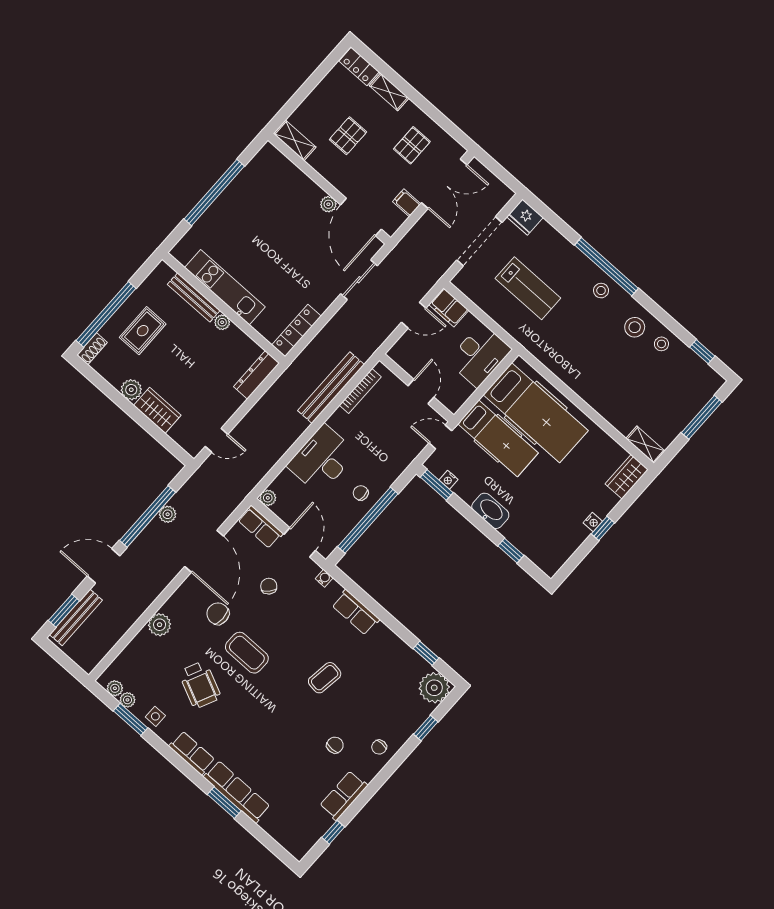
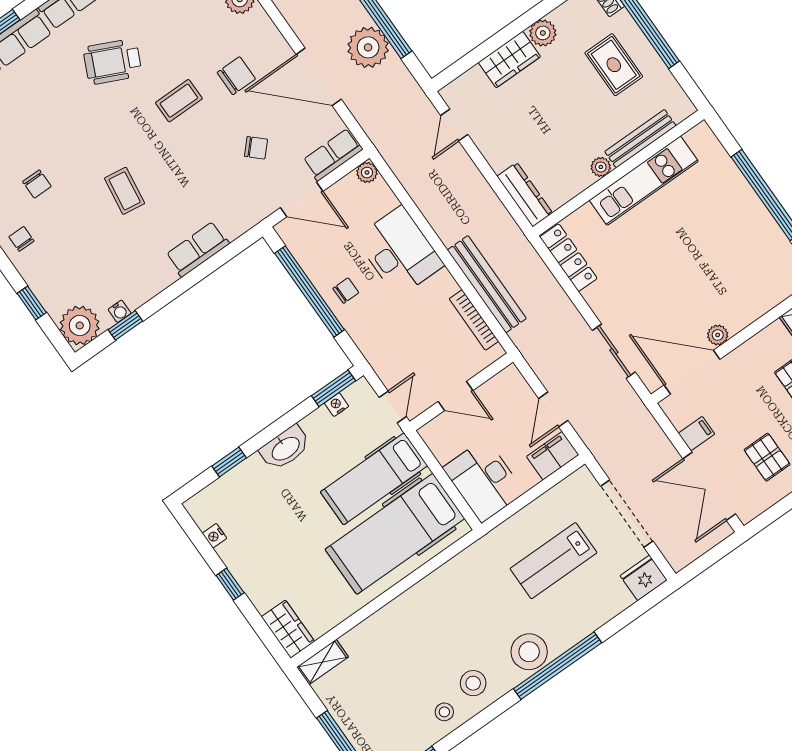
stool: (601, 291) -> (529, 652), width x1.89, depth x1.89
plant: (168, 514) -> (368, 47), width x1.88, depth x1.88
nightstand: (593, 522) -> (215, 536), moved
water cooler: (324, 578) -> (120, 311), moved
coffee table: (247, 653) -> (179, 101), width x0.73, depth x0.77
wheelchair: (200, 685) -> (112, 62), moved

